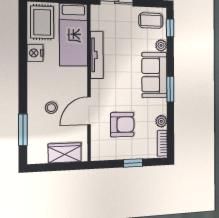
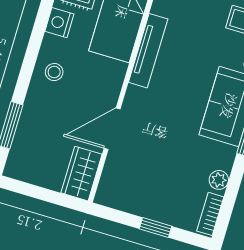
stool: (51, 108) -> (54, 72), moved
armchair: (122, 125) -> (156, 165), removed
wardrobe: (65, 153) -> (81, 174), moved, turned -90

